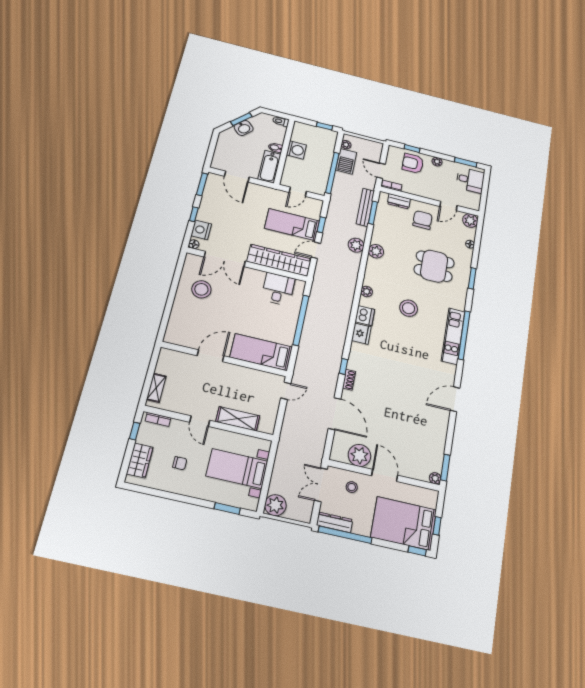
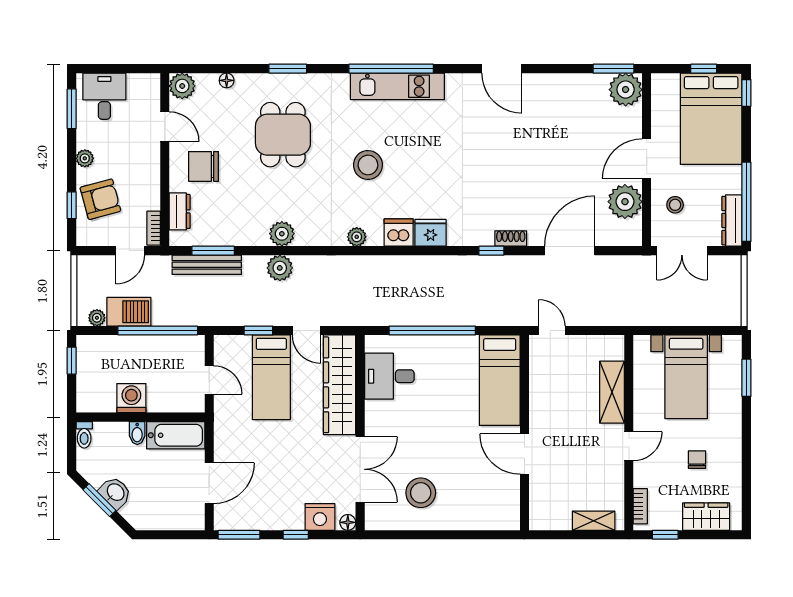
armchair: (413, 163) -> (100, 199), turned -105
plant: (435, 478) -> (626, 90), width x1.88, depth x1.88
plant: (275, 505) -> (726, 310), removed

